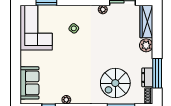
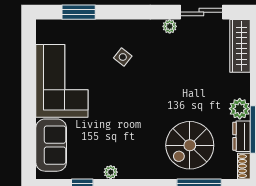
corner sofa: (36, 28) -> (62, 81), moved
plant: (146, 45) -> (240, 109), moved

